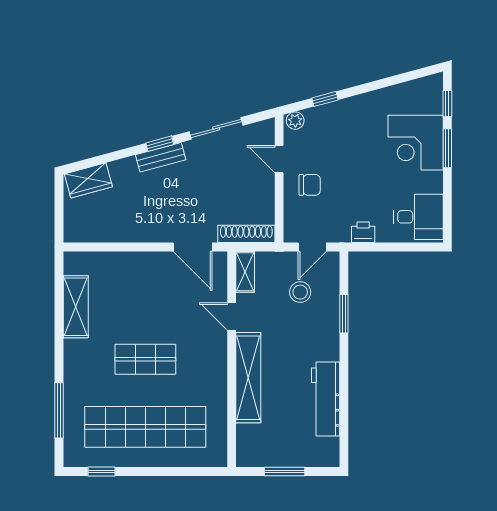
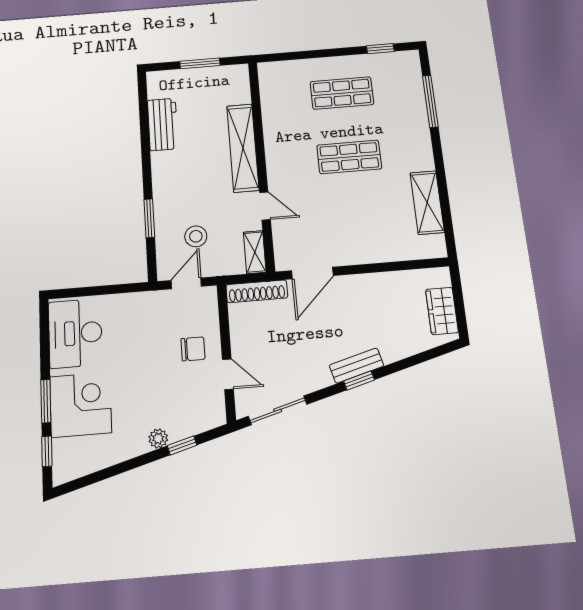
plant: (295, 121) -> (158, 438), moved
sliding door: (216, 128) -> (278, 410), moved
wardrobe: (88, 180) -> (442, 311), moved, turned -75
chair: (310, 185) -> (193, 349), turned 180
desk: (419, 217) -> (75, 333), width x1.37
printer: (363, 232) -> (133, 303), removed
door: (193, 247) -> (312, 273), swing flipped
workbench: (326, 399) -> (163, 124), width x0.73
shop shelf: (145, 427) -> (342, 93), width x0.50, depth x0.74

